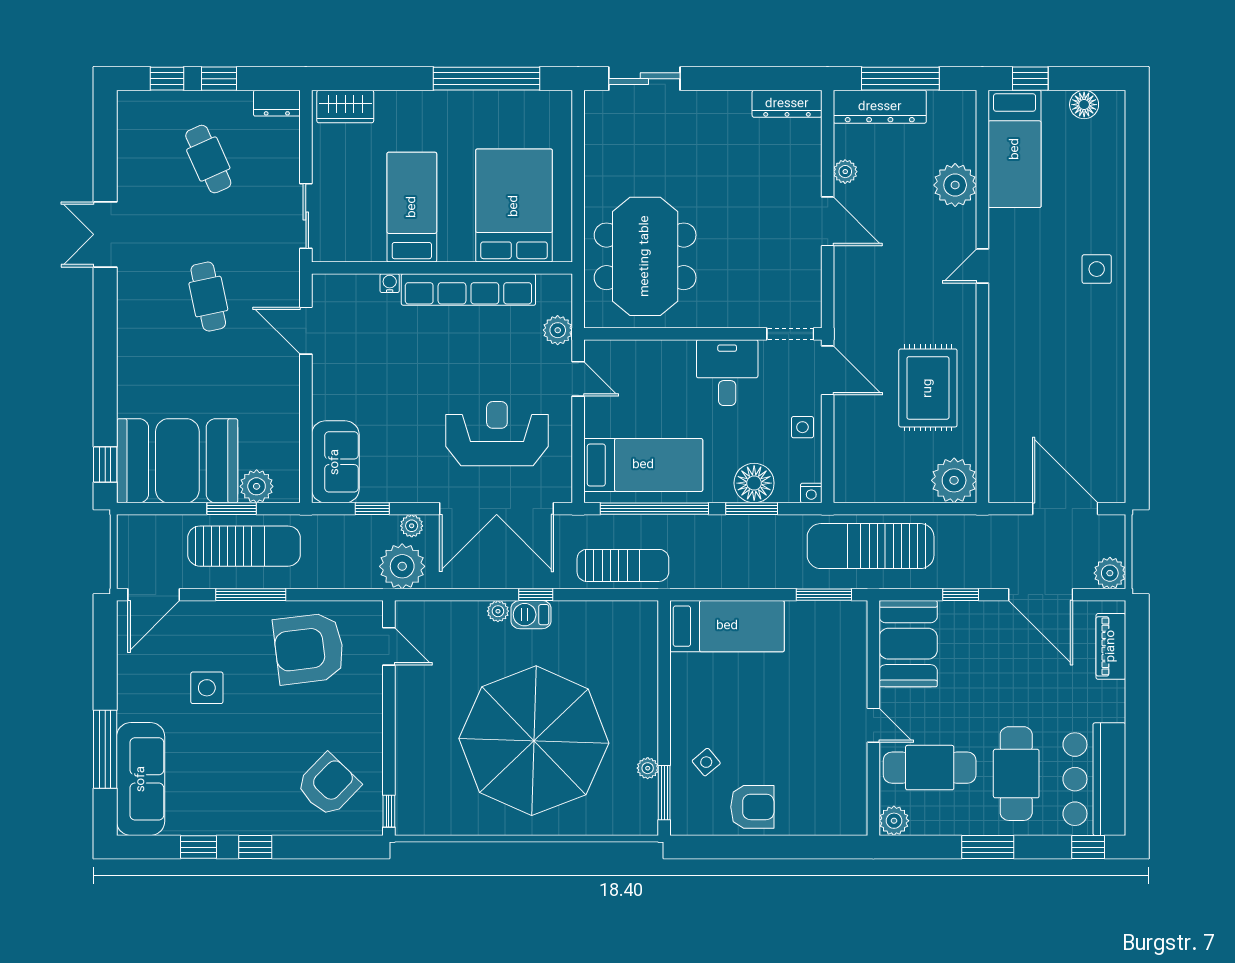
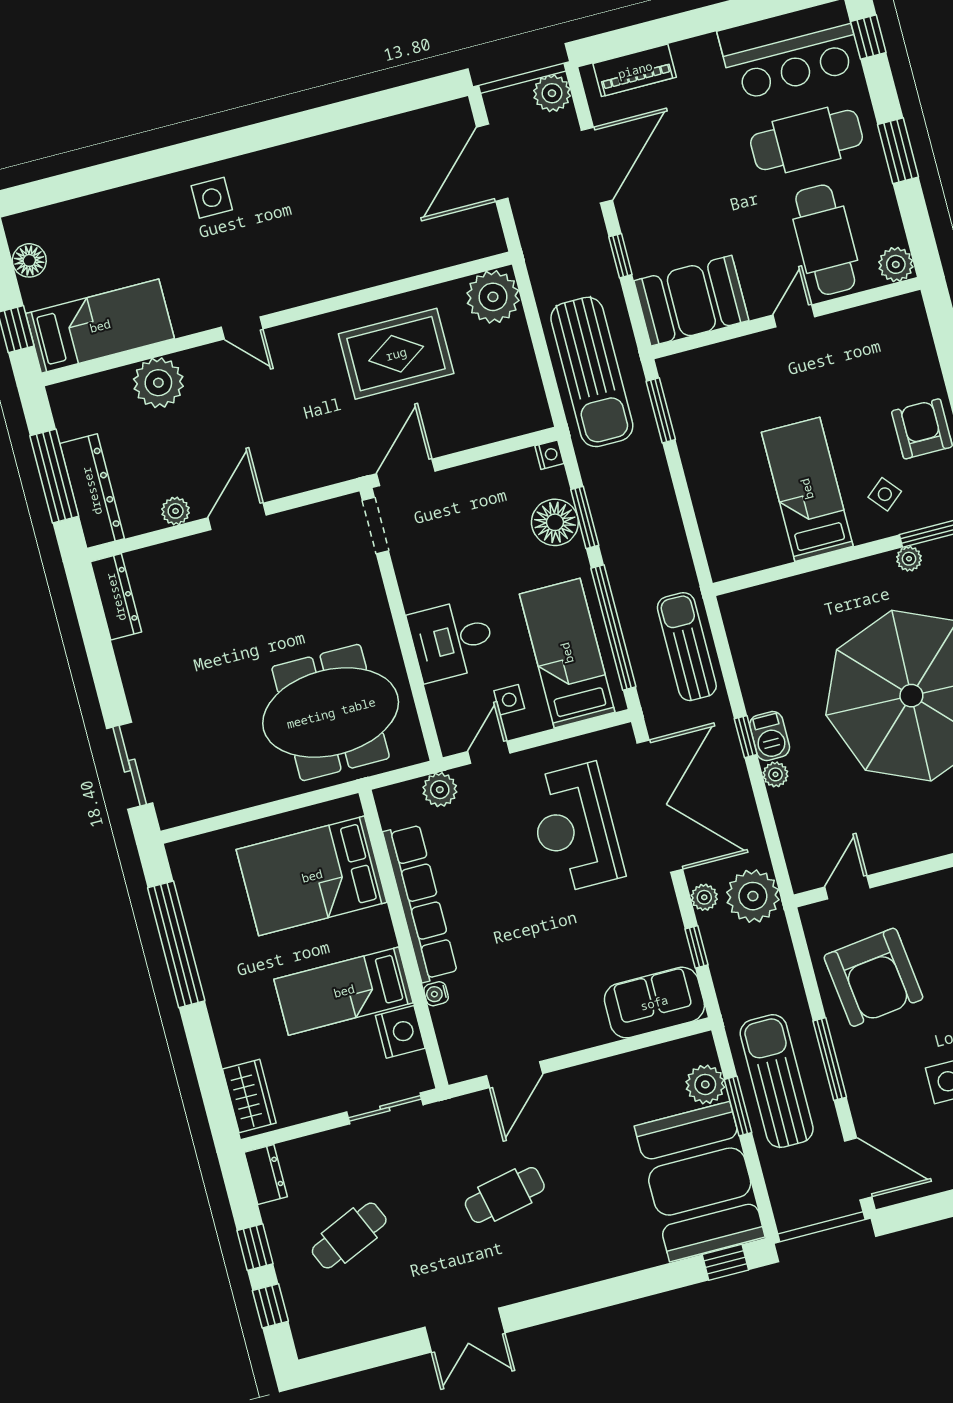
nightstand: (366, 245) -> (400, 1032), added
desk: (727, 373) -> (452, 640), moved
side table: (802, 427) -> (509, 700), moved
bed: (727, 626) -> (807, 489), moved

